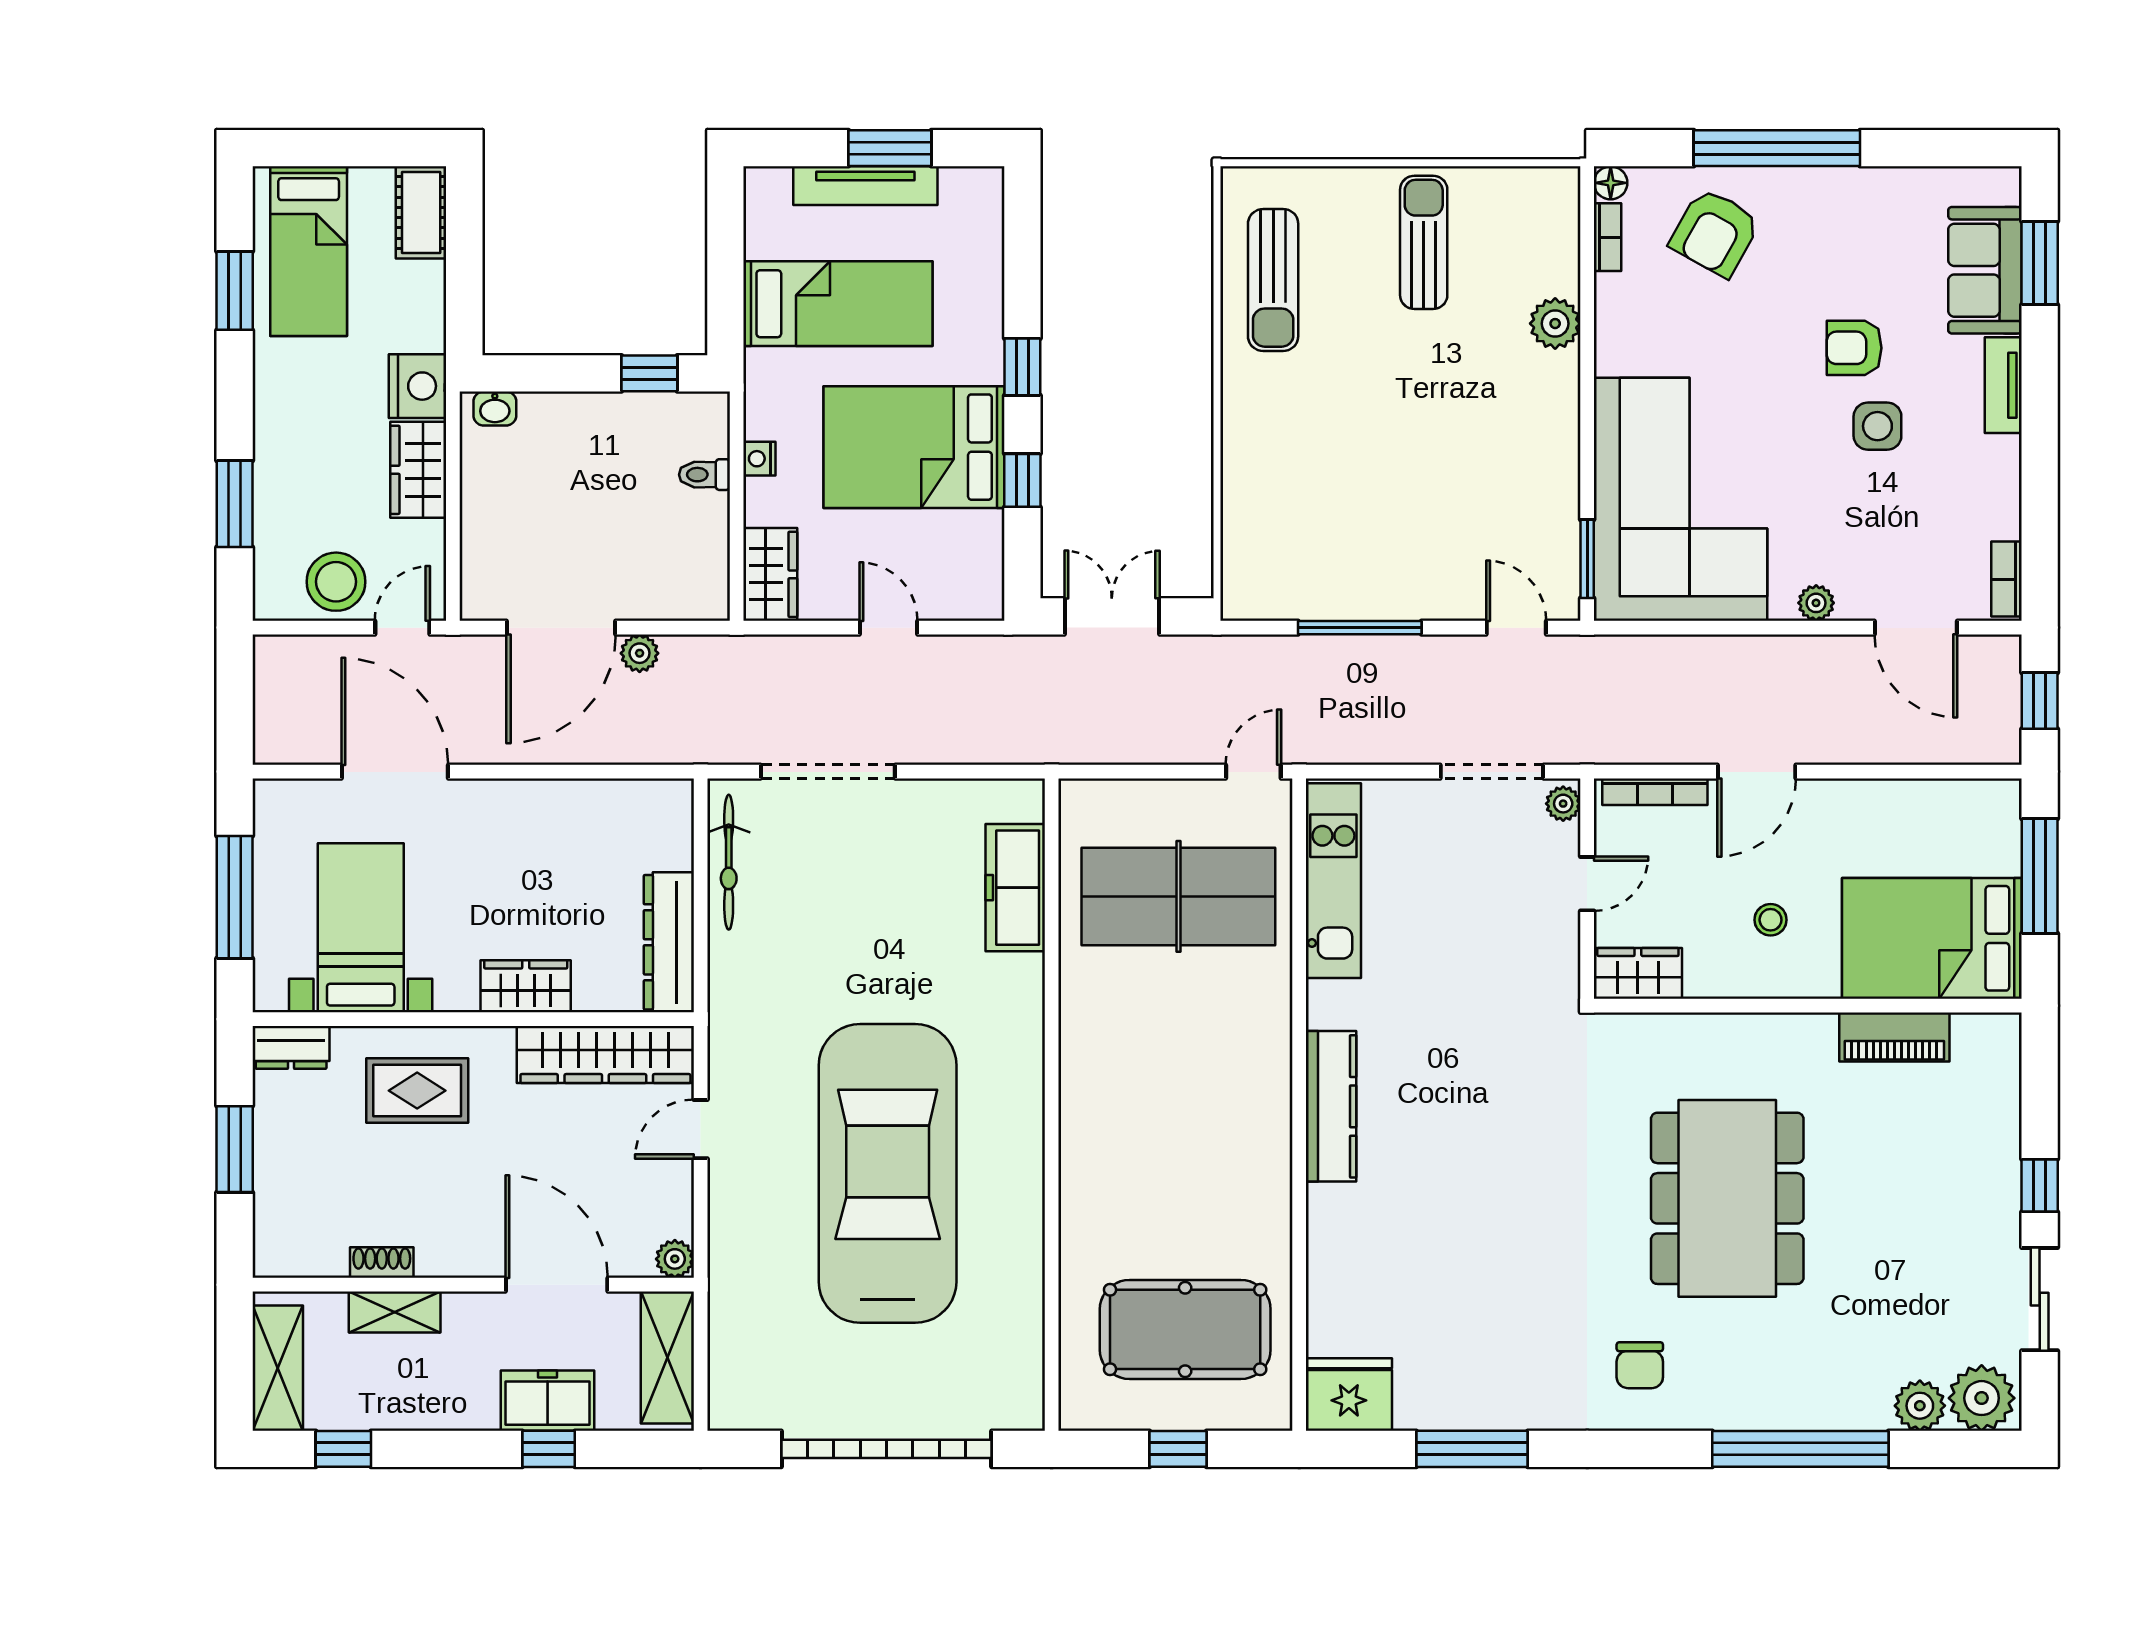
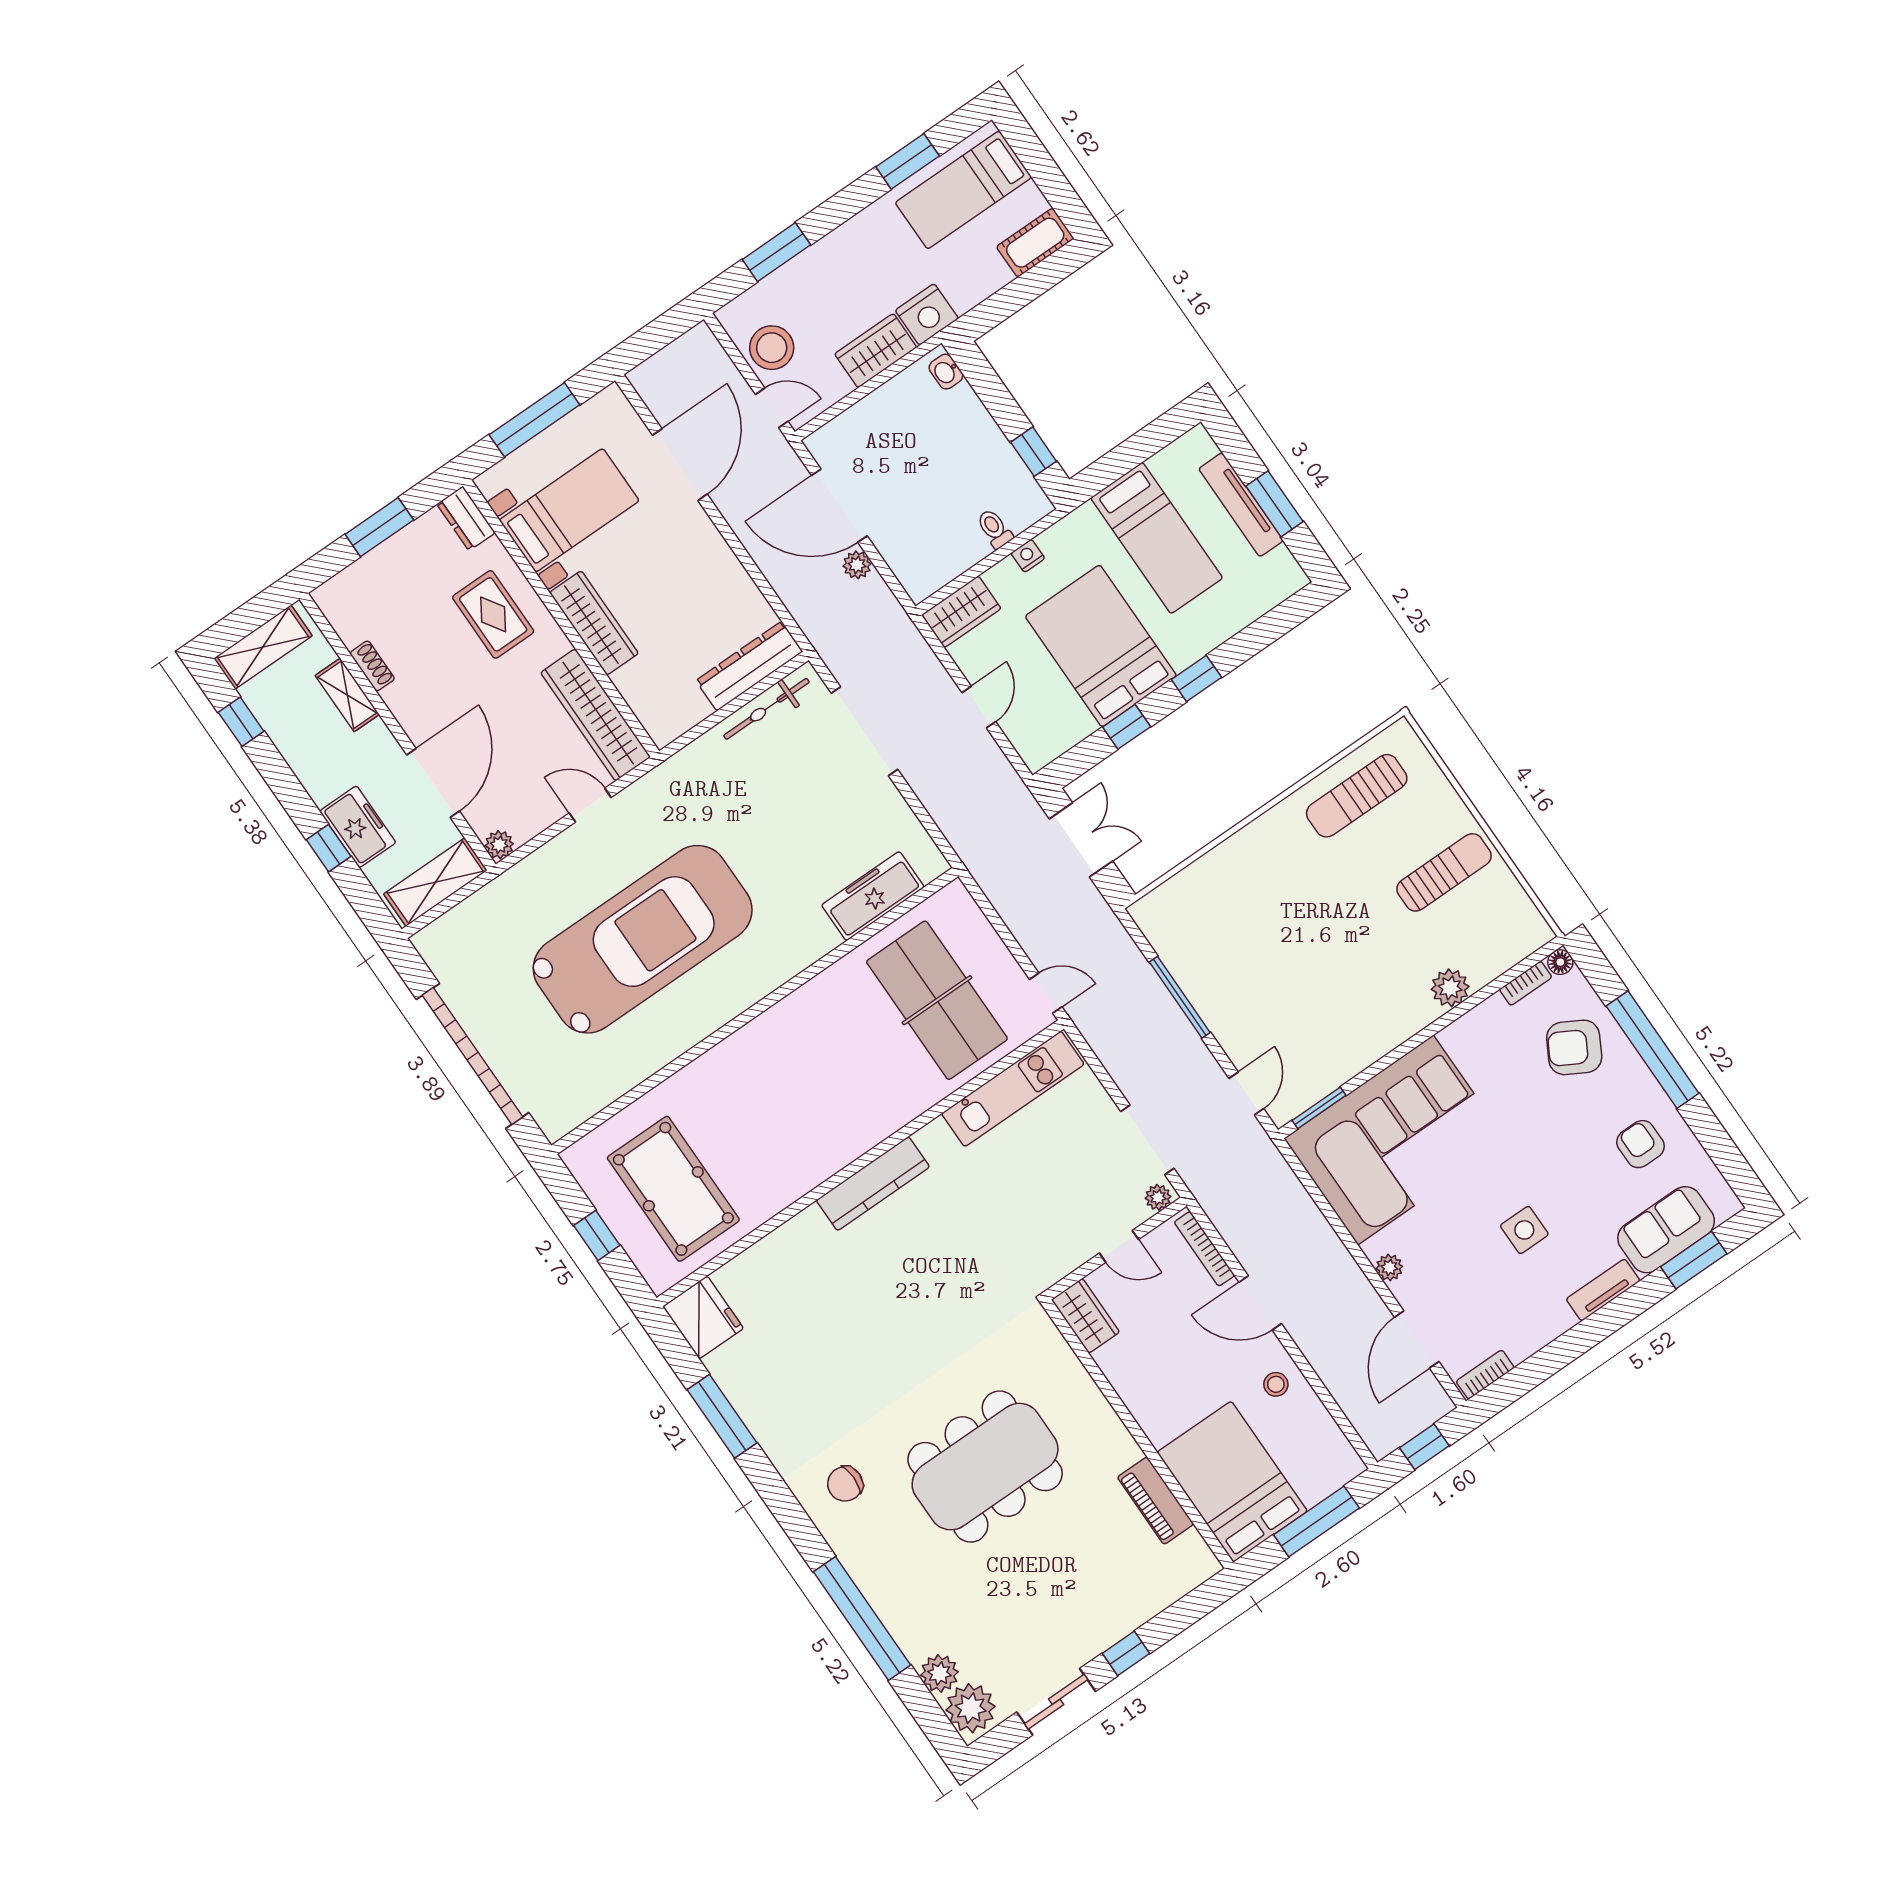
armchair: (1854, 348) -> (1640, 1144), moved
stool: (1771, 920) -> (1276, 1384), moved
dresser: (669, 942) -> (749, 666), moved
wardrobe: (526, 986) -> (594, 623), width x1.50

